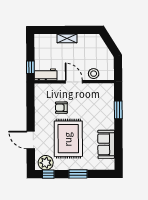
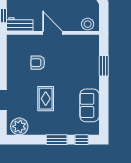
stool: (94, 74) -> (88, 24), moved
rug: (68, 139) -> (46, 99), width x0.54, depth x0.49
window: (48, 174) -> (82, 140), moved

